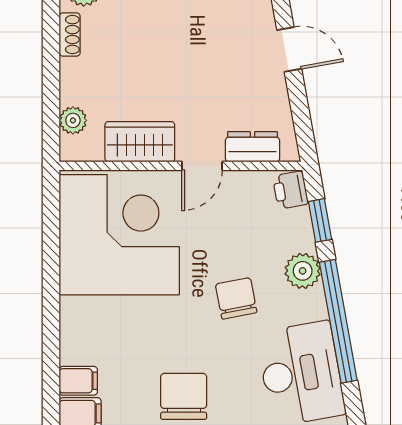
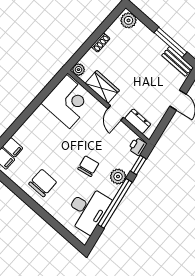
shoe rack: (70, 35) -> (101, 43), moved
plant: (73, 120) -> (78, 70), moved
door: (202, 166) -> (116, 113), hinge flipped
corner desk: (119, 235) -> (68, 102), width x0.74, depth x0.74

